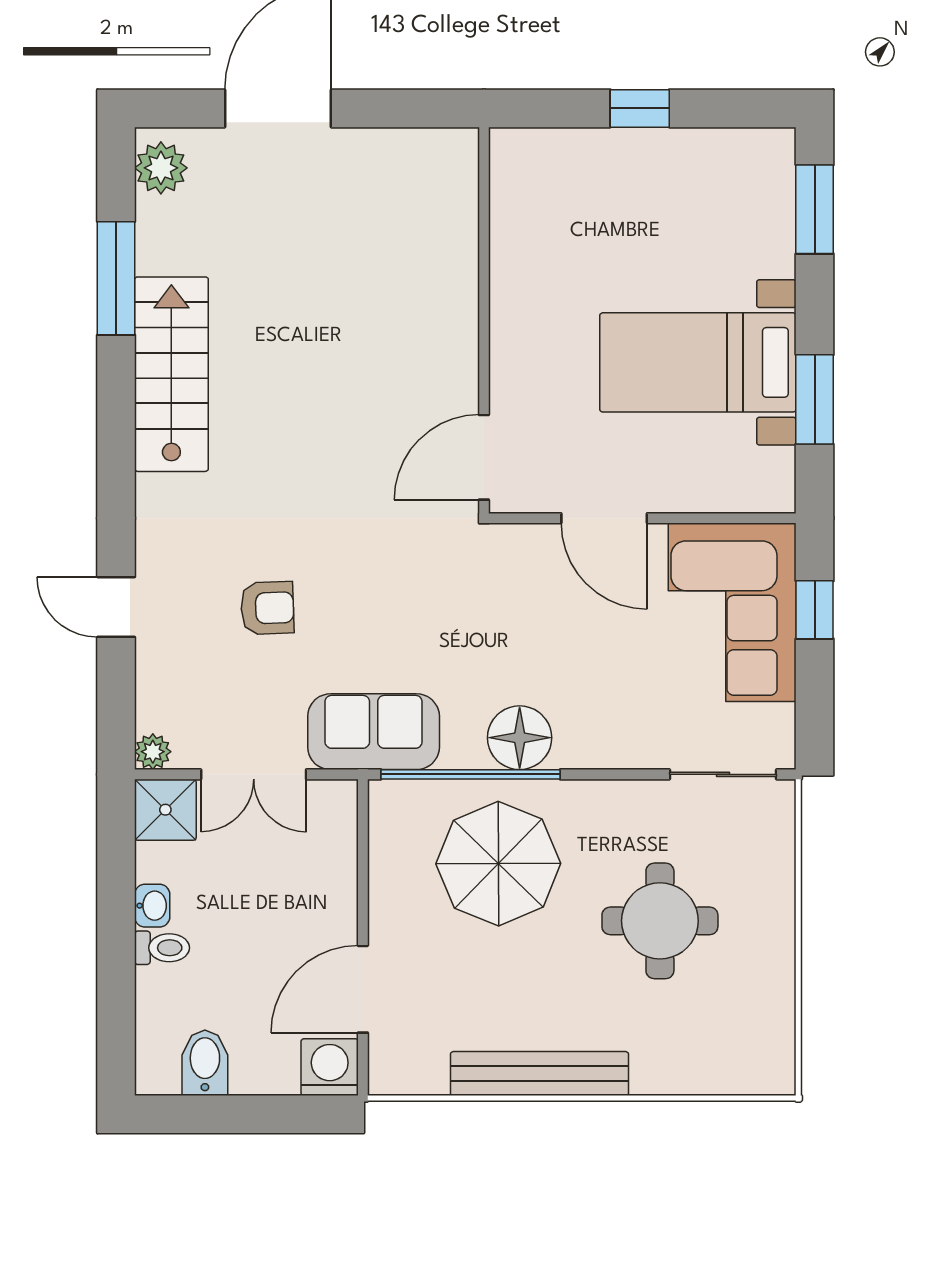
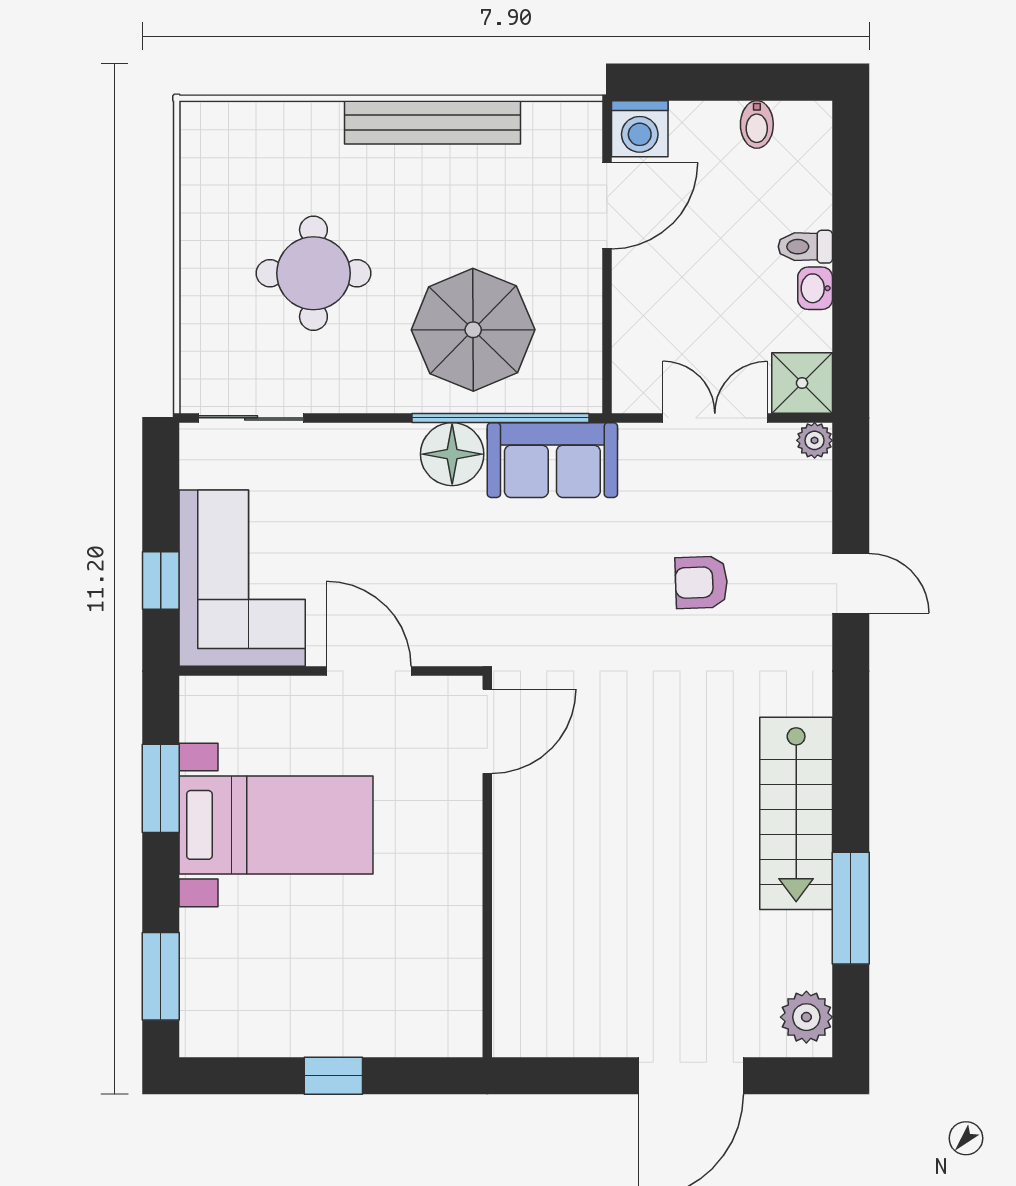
sofa: (374, 732) -> (552, 460), moved
bidet: (205, 1063) -> (757, 124), width x0.72, depth x0.74

